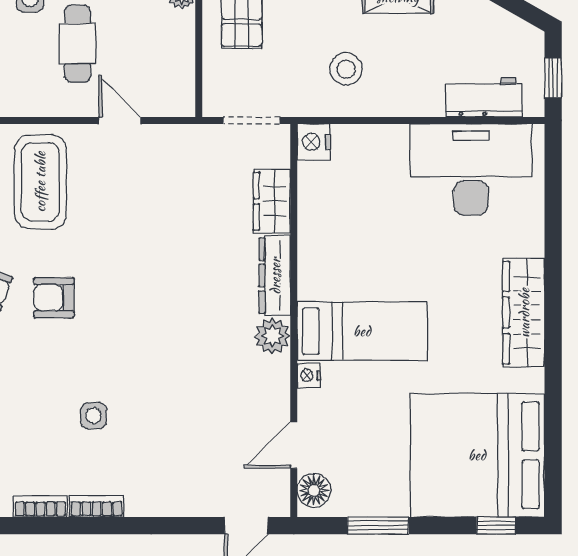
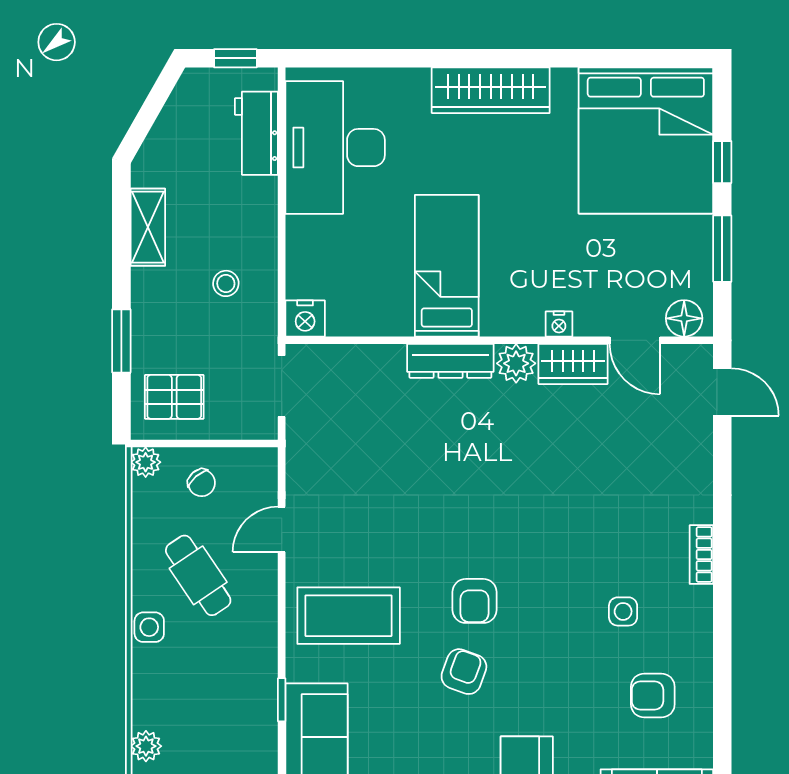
cafe table: (78, 44) -> (198, 575), turned 56
chair: (163, 47) -> (202, 483), added
stool: (346, 69) -> (226, 283), width x0.73, depth x0.73
wardrobe: (272, 201) -> (573, 364), moved
bed: (362, 331) -> (447, 266), moved
side table: (93, 416) -> (623, 611), moved
bookcase: (40, 506) -> (701, 616), removed
window: (496, 526) -> (722, 162), moved

